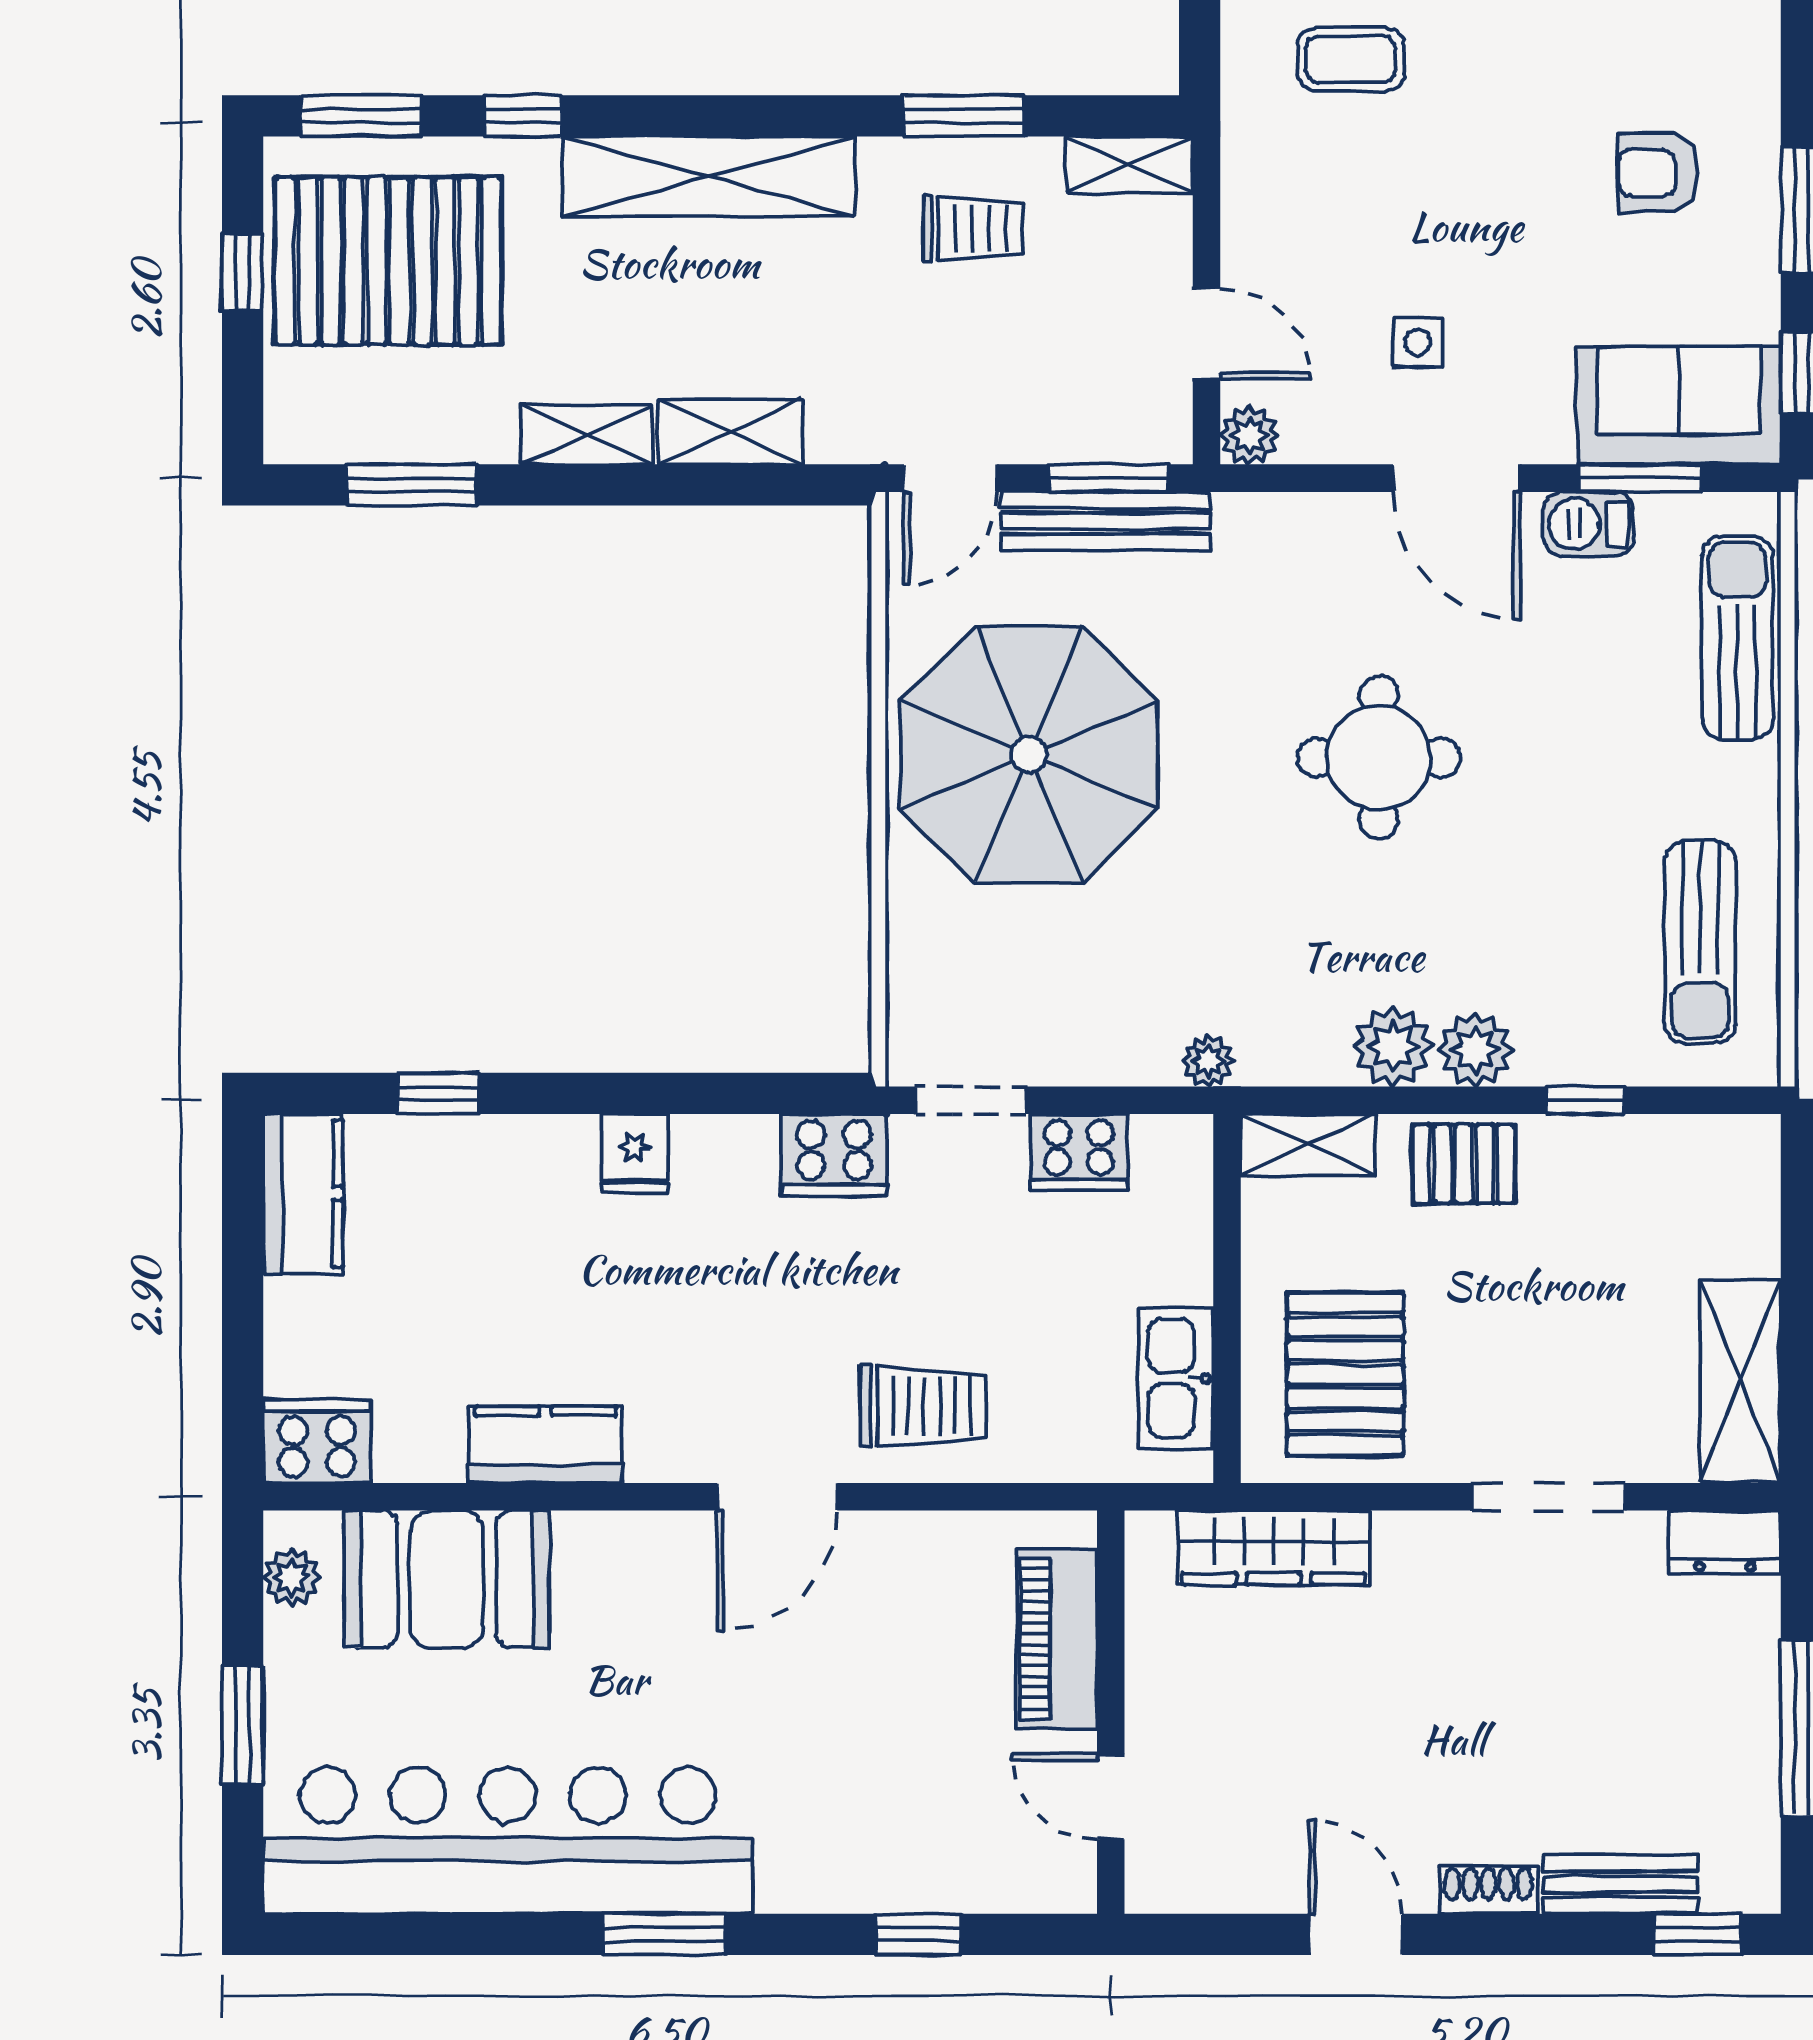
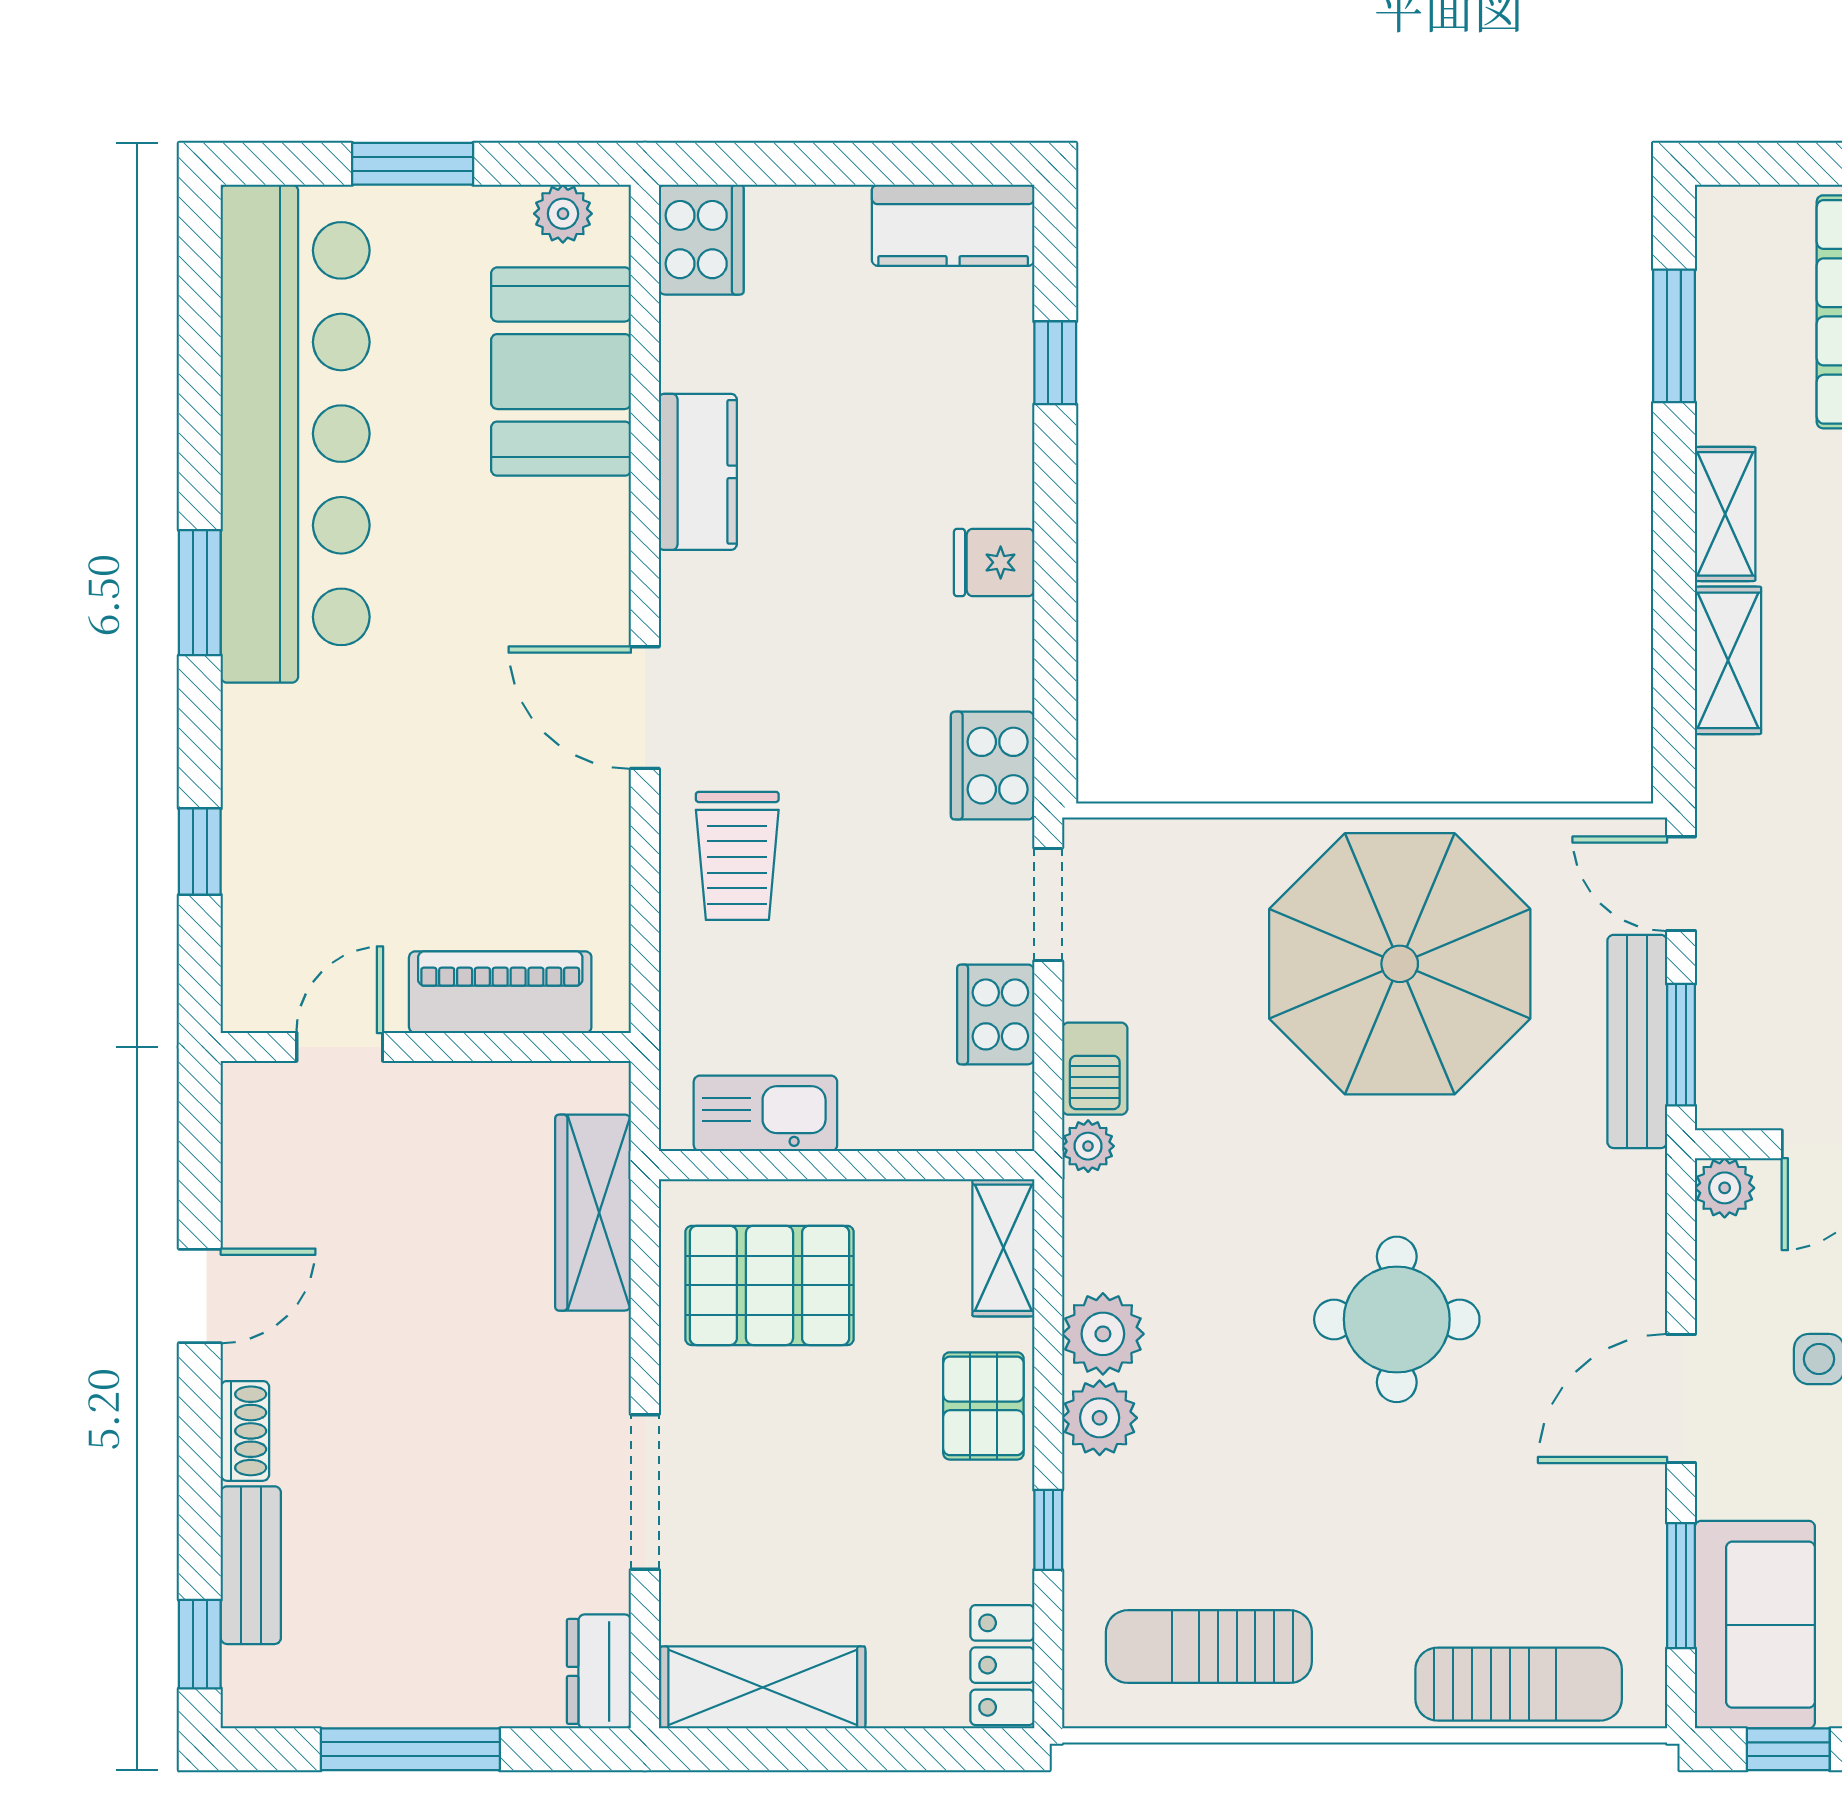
barbecue: (1589, 524) -> (1095, 1069), moved, turned 180
locker: (1719, 1145) -> (1002, 1665), added

